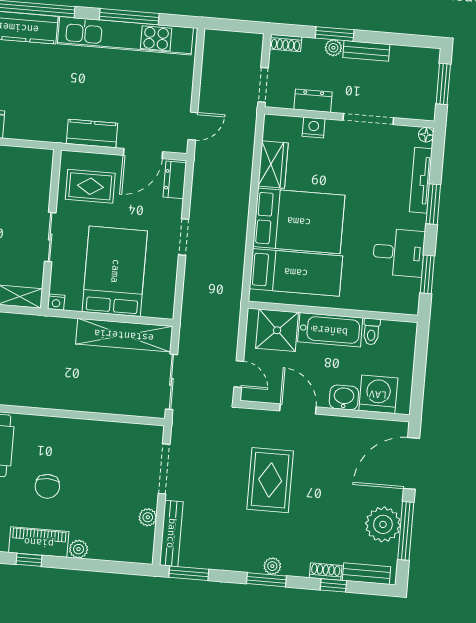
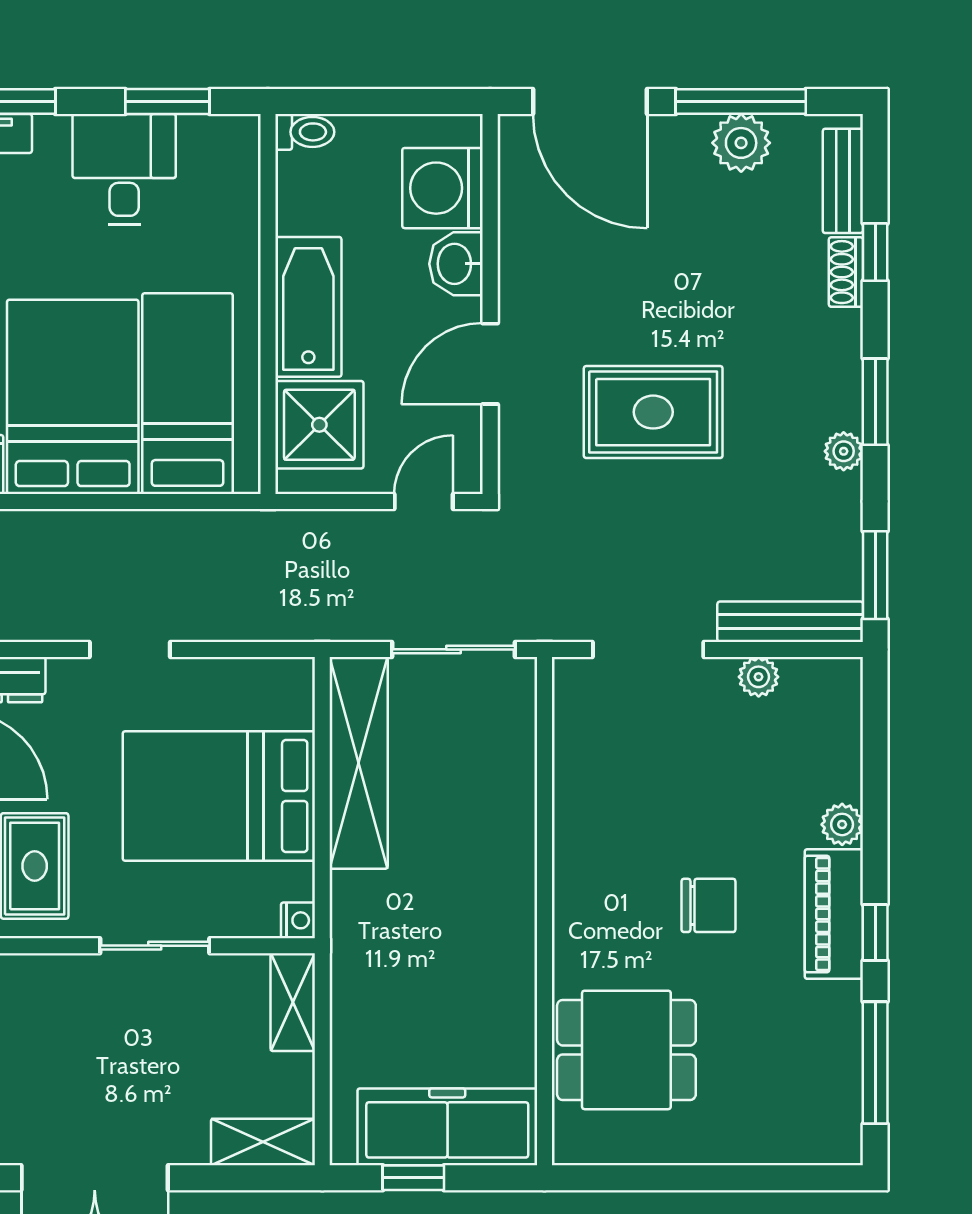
toilet: (371, 332) -> (305, 132), moved
plant: (383, 524) -> (741, 143), width x0.73, depth x0.73
plant: (272, 566) -> (844, 451), moved

